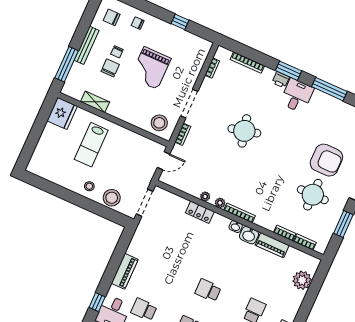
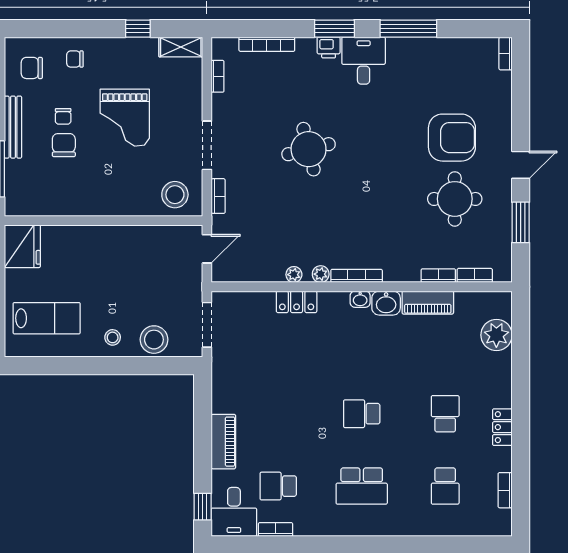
shelving: (95, 102) -> (181, 47), moved
lab bench: (91, 145) -> (47, 318), moved, turned -90

